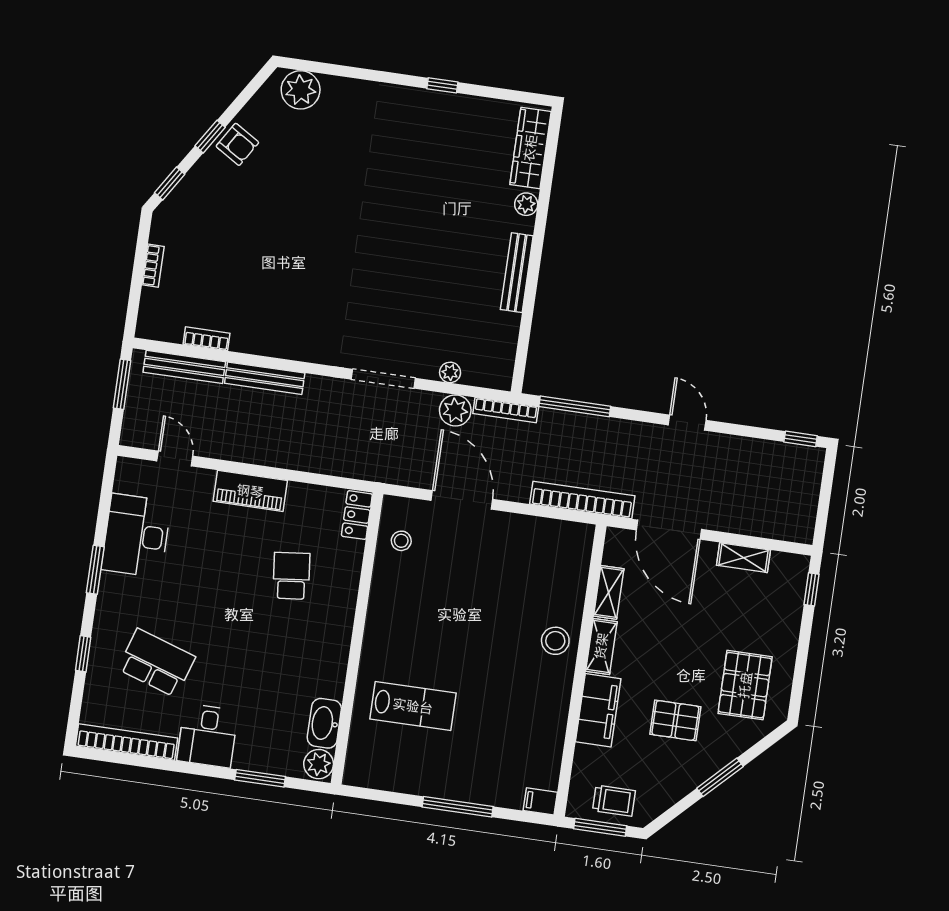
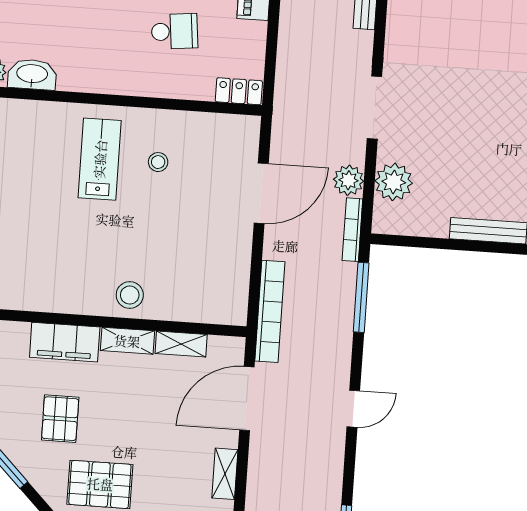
plant: (450, 372) -> (394, 182), width x1.88, depth x1.88
stool: (401, 541) -> (158, 162), moved
lab bench: (413, 706) -> (100, 159), moved, turned 180

